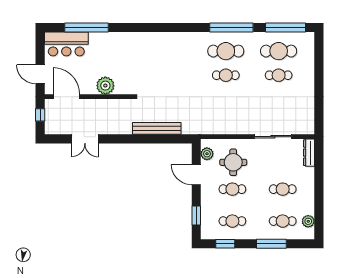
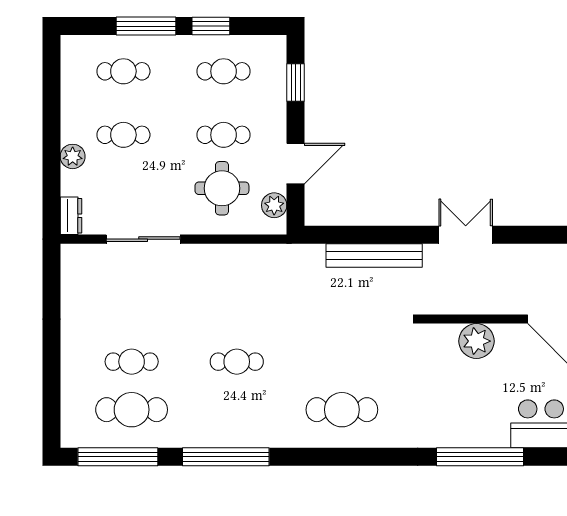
window: (87, 27) -> (480, 457), moved
cafe table: (226, 51) -> (342, 410), moved
double door: (85, 139) -> (466, 235), moved
dresser: (309, 153) -> (71, 216), width x0.70
door: (196, 175) -> (296, 164), hinge flipped
plant: (308, 221) -> (73, 156), moved
window: (225, 244) -> (211, 26), moved

